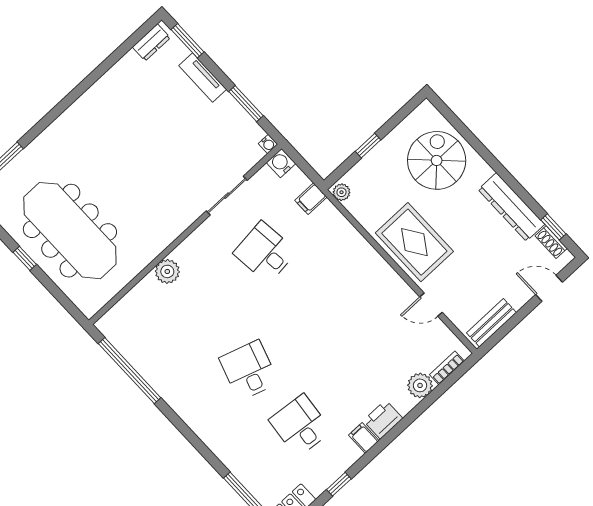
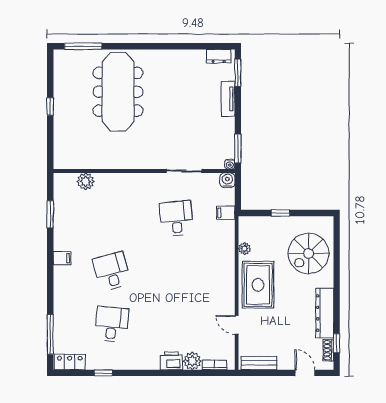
window: (246, 104) -> (238, 148), moved
spiral stairs: (437, 160) -> (309, 253), turned 180
plant: (342, 192) -> (244, 249), moved
meeting table: (70, 231) -> (118, 92), moved
plant: (167, 271) -> (86, 181), moved
desk: (249, 370) -> (112, 271), turned -33
window: (130, 371) -> (50, 214), width x0.47
printer: (383, 420) -> (171, 361), moved
filing cabinet: (364, 438) -> (62, 258), moved, turned 90

